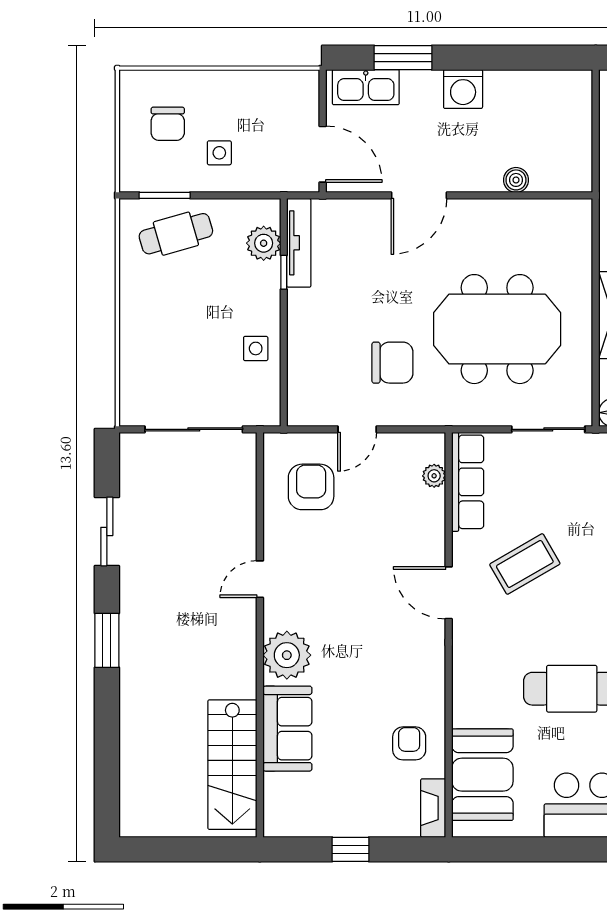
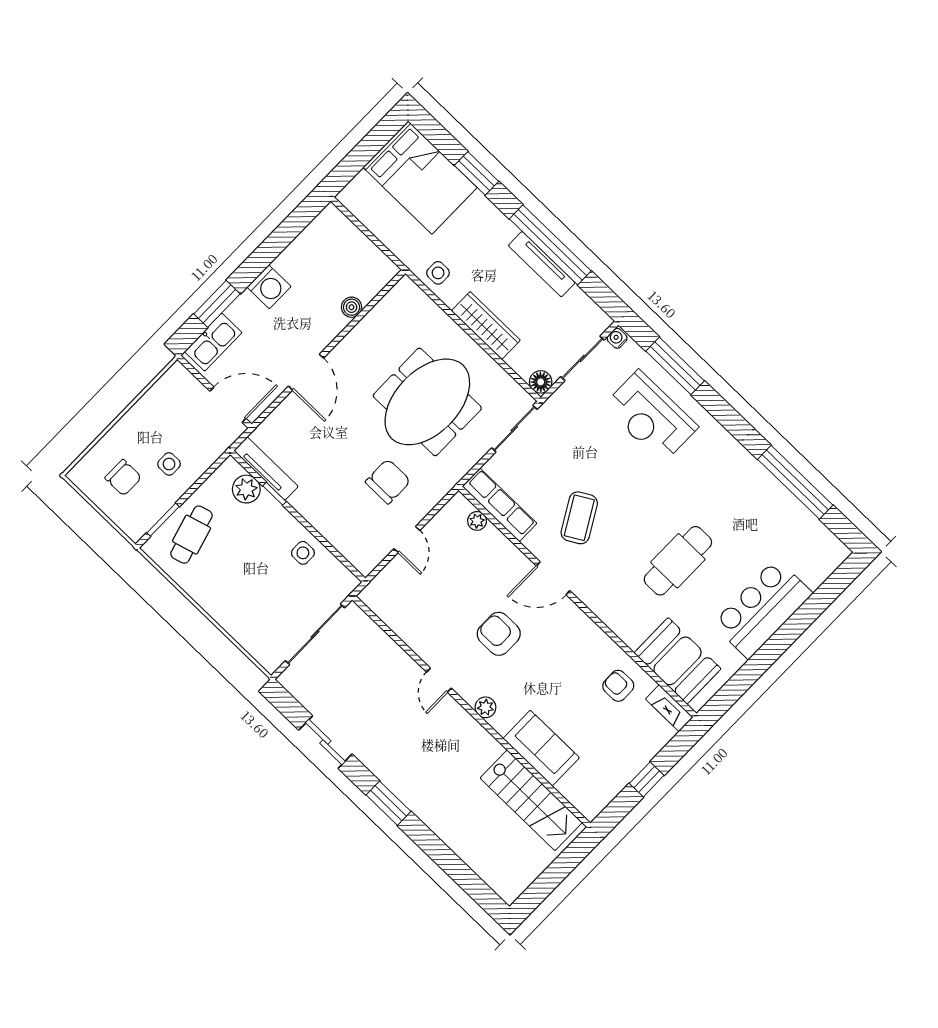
armchair: (311, 487) -> (499, 634), moved
plant: (287, 655) -> (485, 707), width x0.53, depth x0.53

